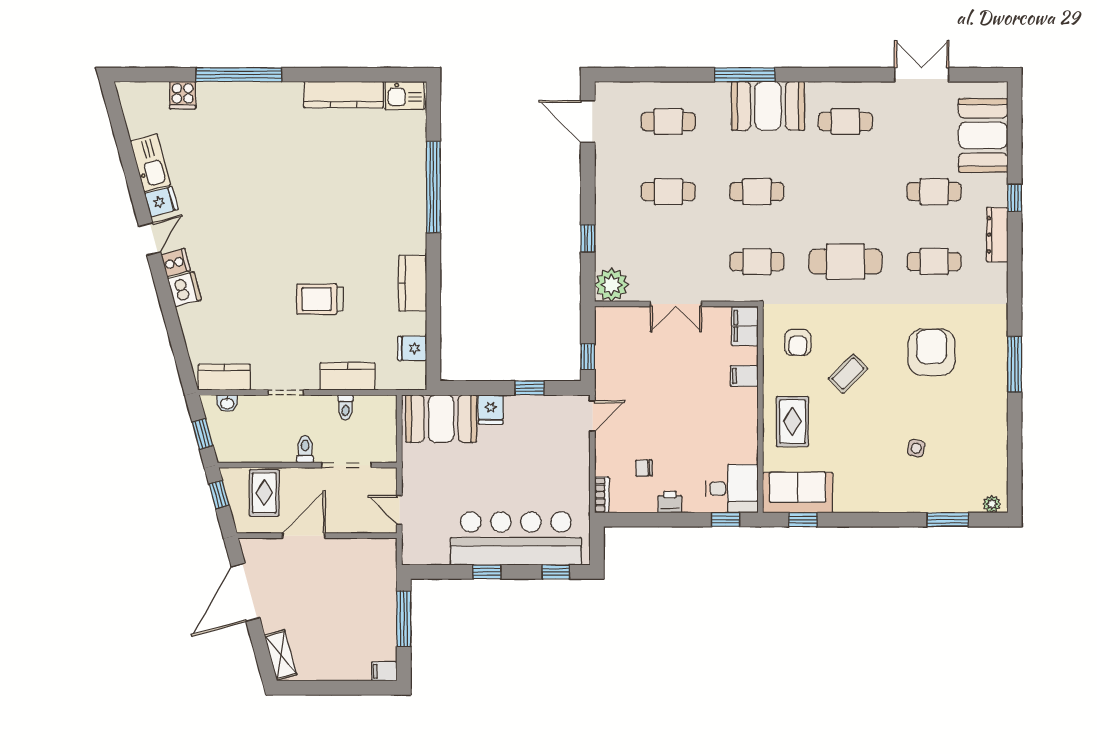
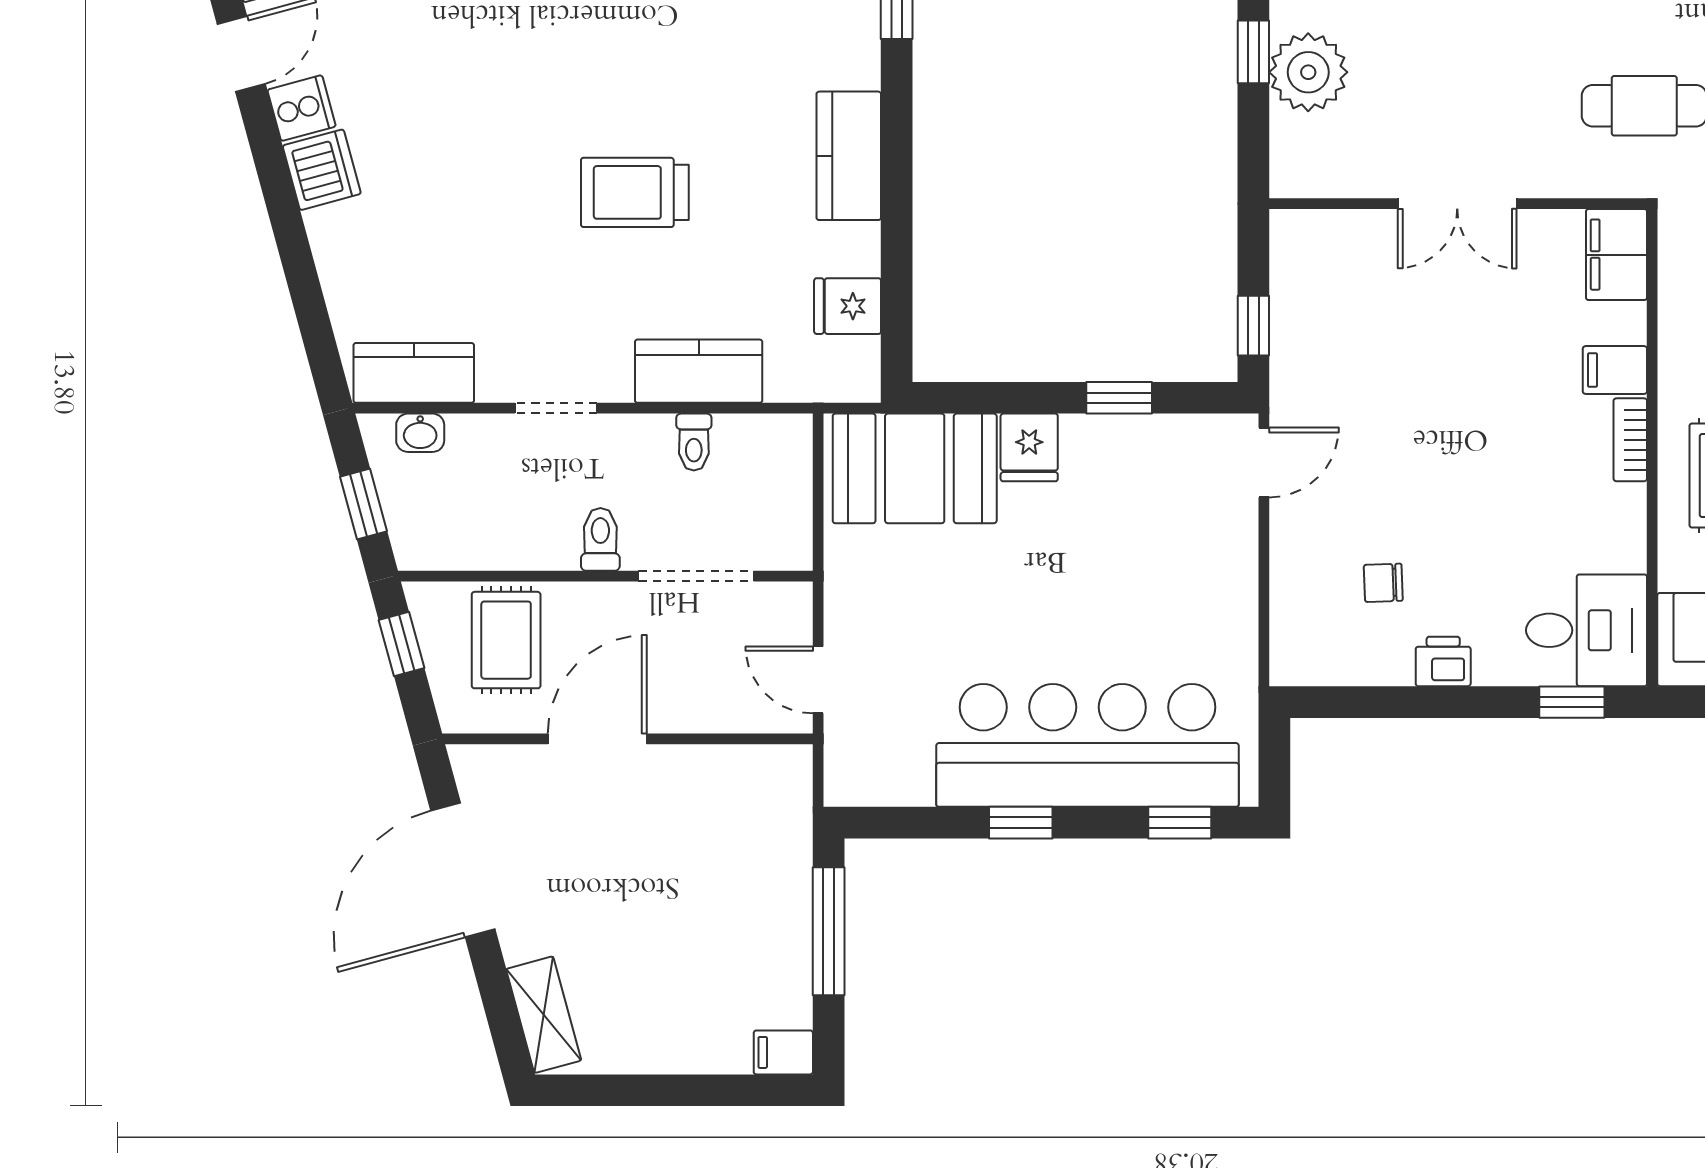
plant: (611, 285) -> (1308, 72), moved
bookcase: (602, 495) -> (1630, 440), moved, turned 180

